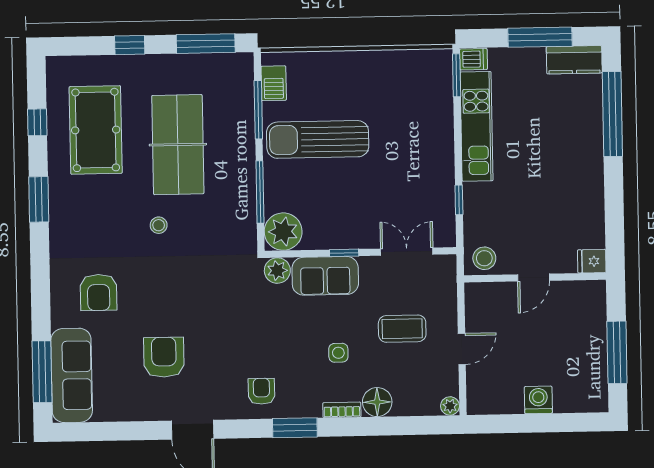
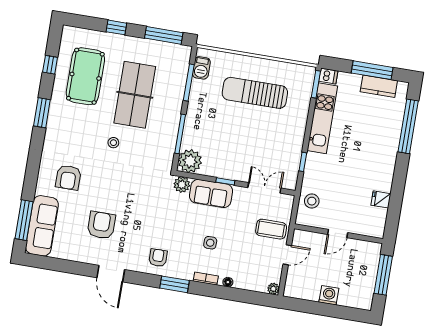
kitchen counter: (574, 60) -> (379, 86), moved
sun lounger: (318, 139) -> (255, 93), moved
fridge: (592, 261) -> (381, 199), moved
door: (533, 278) -> (338, 233), moved
wall: (535, 278) -> (339, 234), moved
coffee table: (402, 329) -> (271, 229), moved
floor lamp: (377, 402) -> (228, 282), width x0.53, depth x0.53

